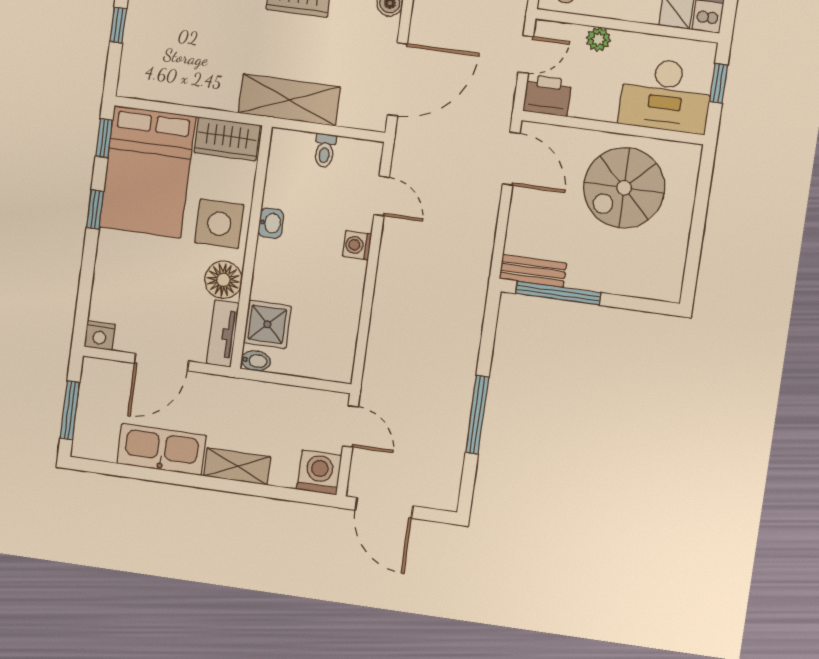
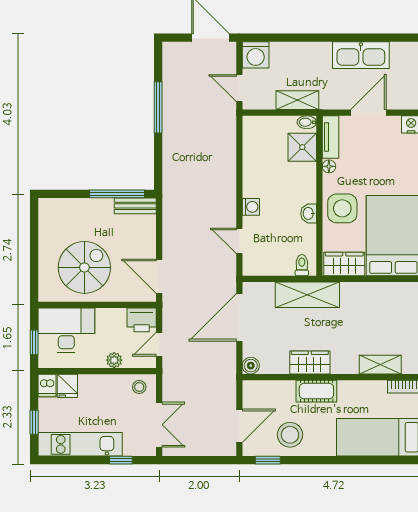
toilet: (325, 151) -> (302, 265), moved
floor lamp: (223, 280) -> (329, 166), width x0.53, depth x0.53
shelving: (237, 466) -> (297, 100), moved

